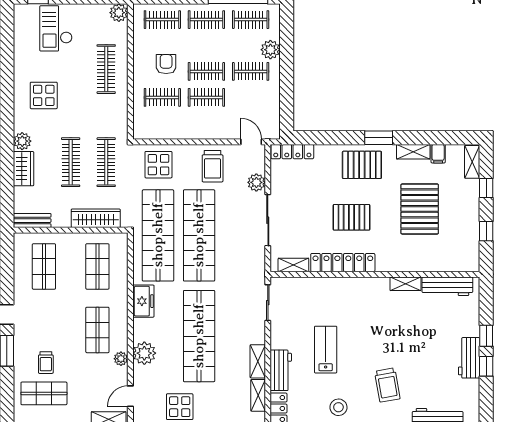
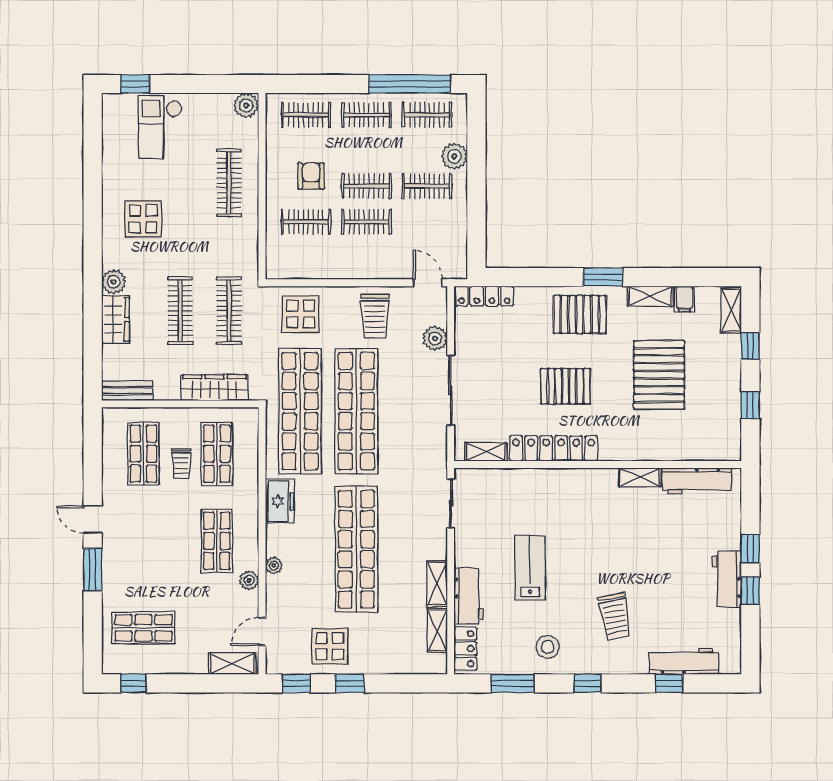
plant: (144, 353) -> (274, 565), width x0.53, depth x0.53
trolley: (46, 363) -> (181, 464), moved

